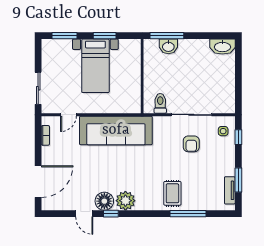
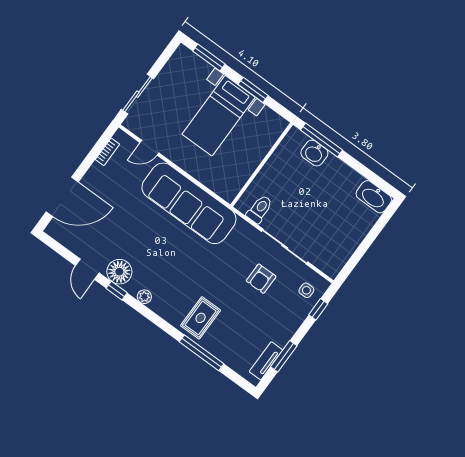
plant: (125, 201) -> (144, 297), width x0.53, depth x0.53

